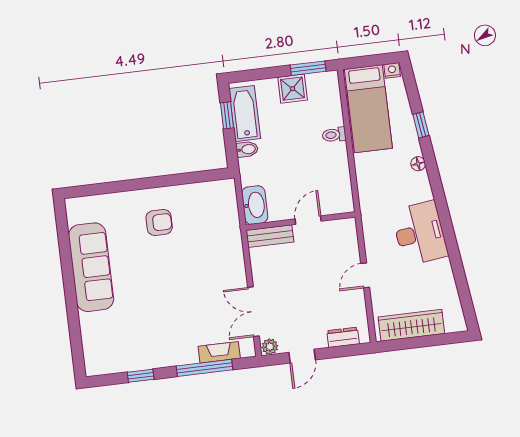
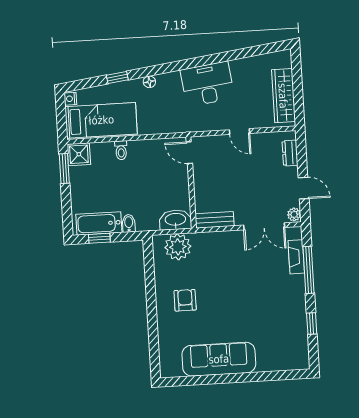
shower: (293, 89) -> (79, 154), moved
plant: (223, 210) -> (178, 247), added
door: (308, 220) -> (189, 153), moved
bench: (270, 236) -> (215, 220), moved, turned 90

